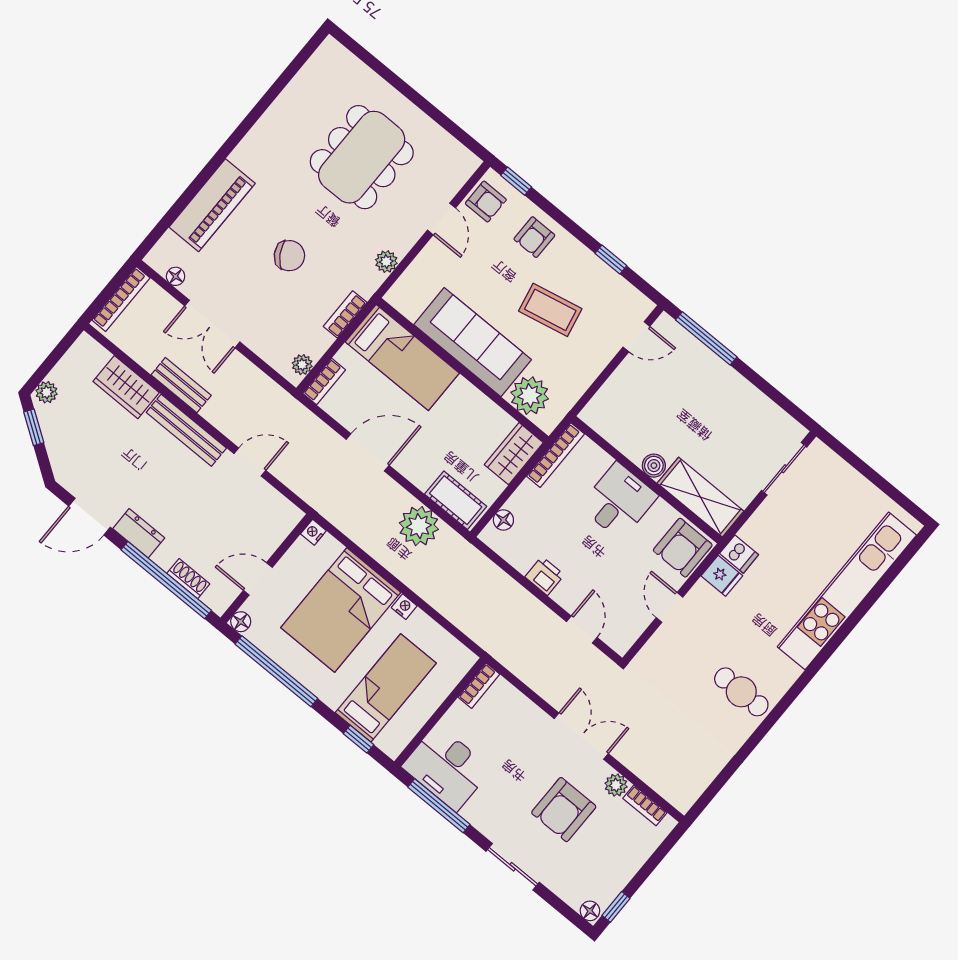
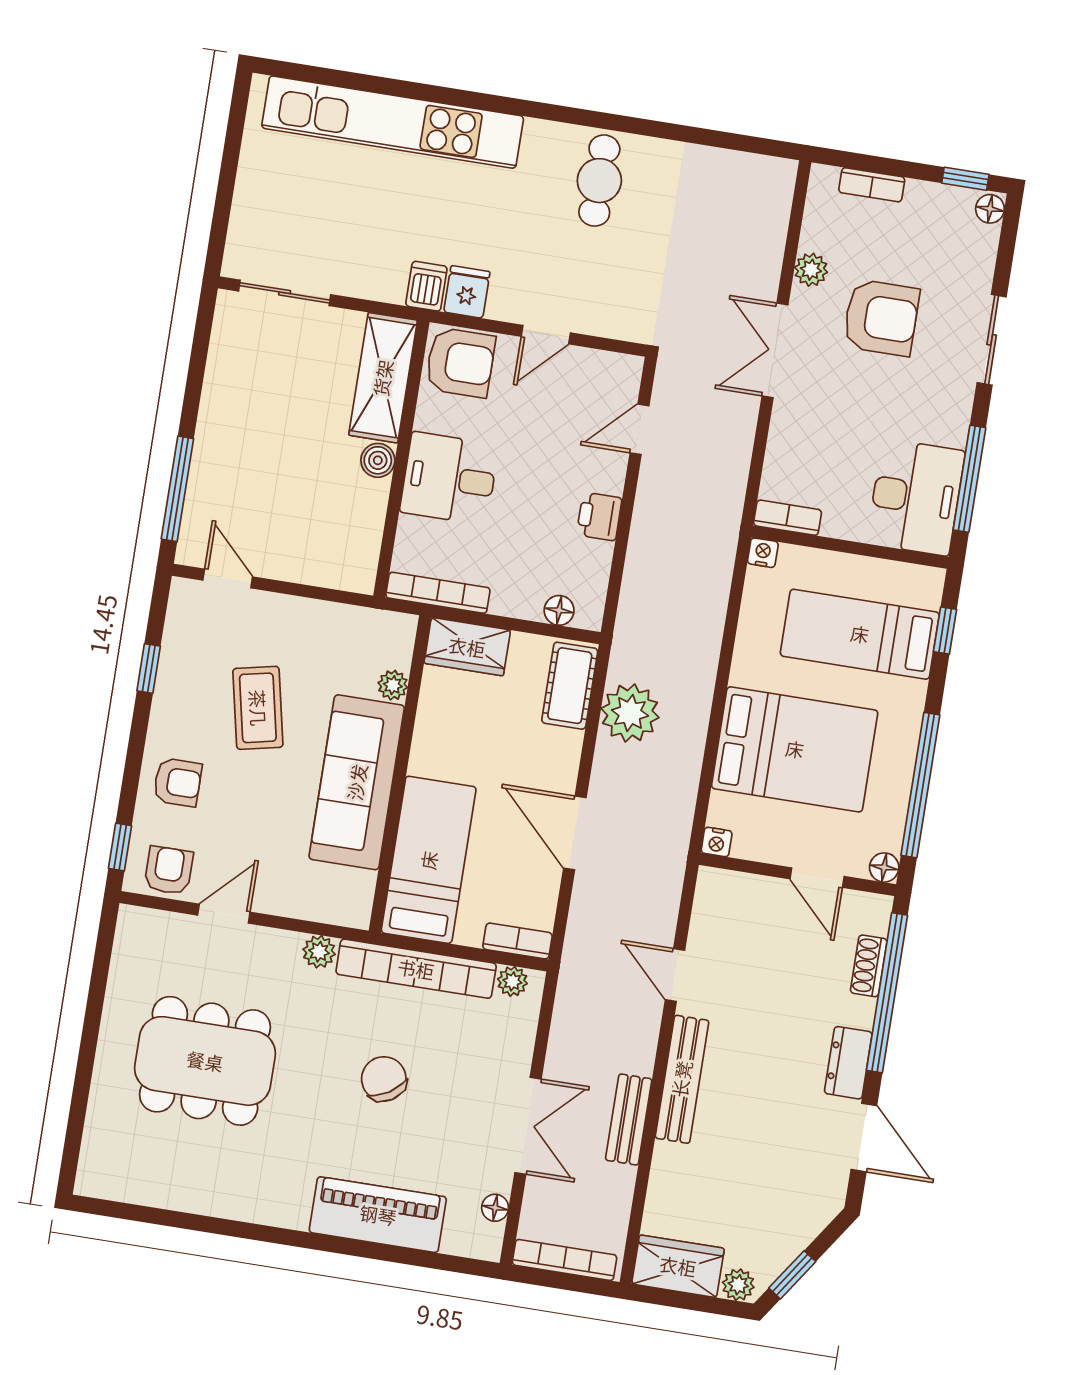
bookcase: (345, 314) -> (416, 969), width x2.31, depth x1.31
wardrobe: (126, 387) -> (678, 1266), moved, turned -90
plant: (530, 396) -> (393, 685), width x0.53, depth x0.53
nightstand: (404, 607) -> (763, 553), moved, turned 90
bookcase: (645, 805) -> (872, 185), moved, turned 90

